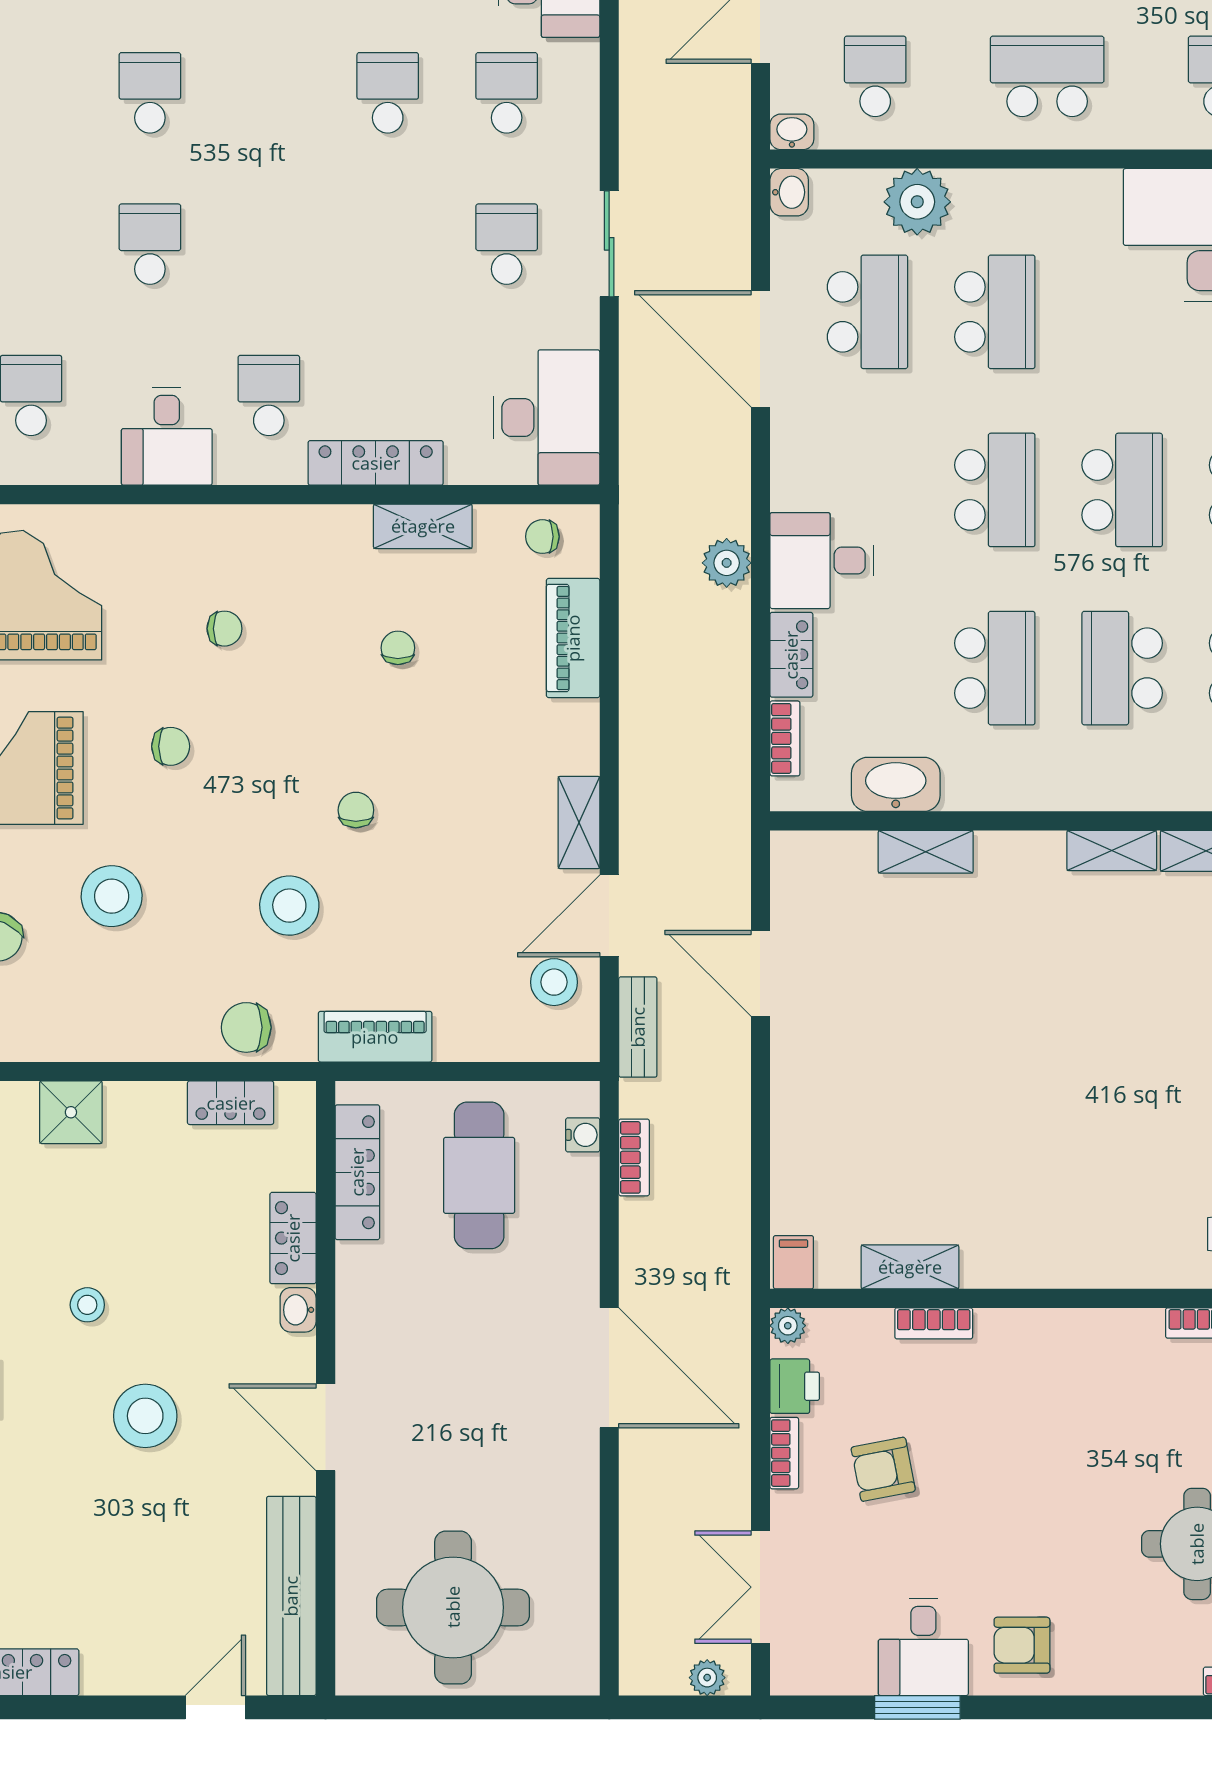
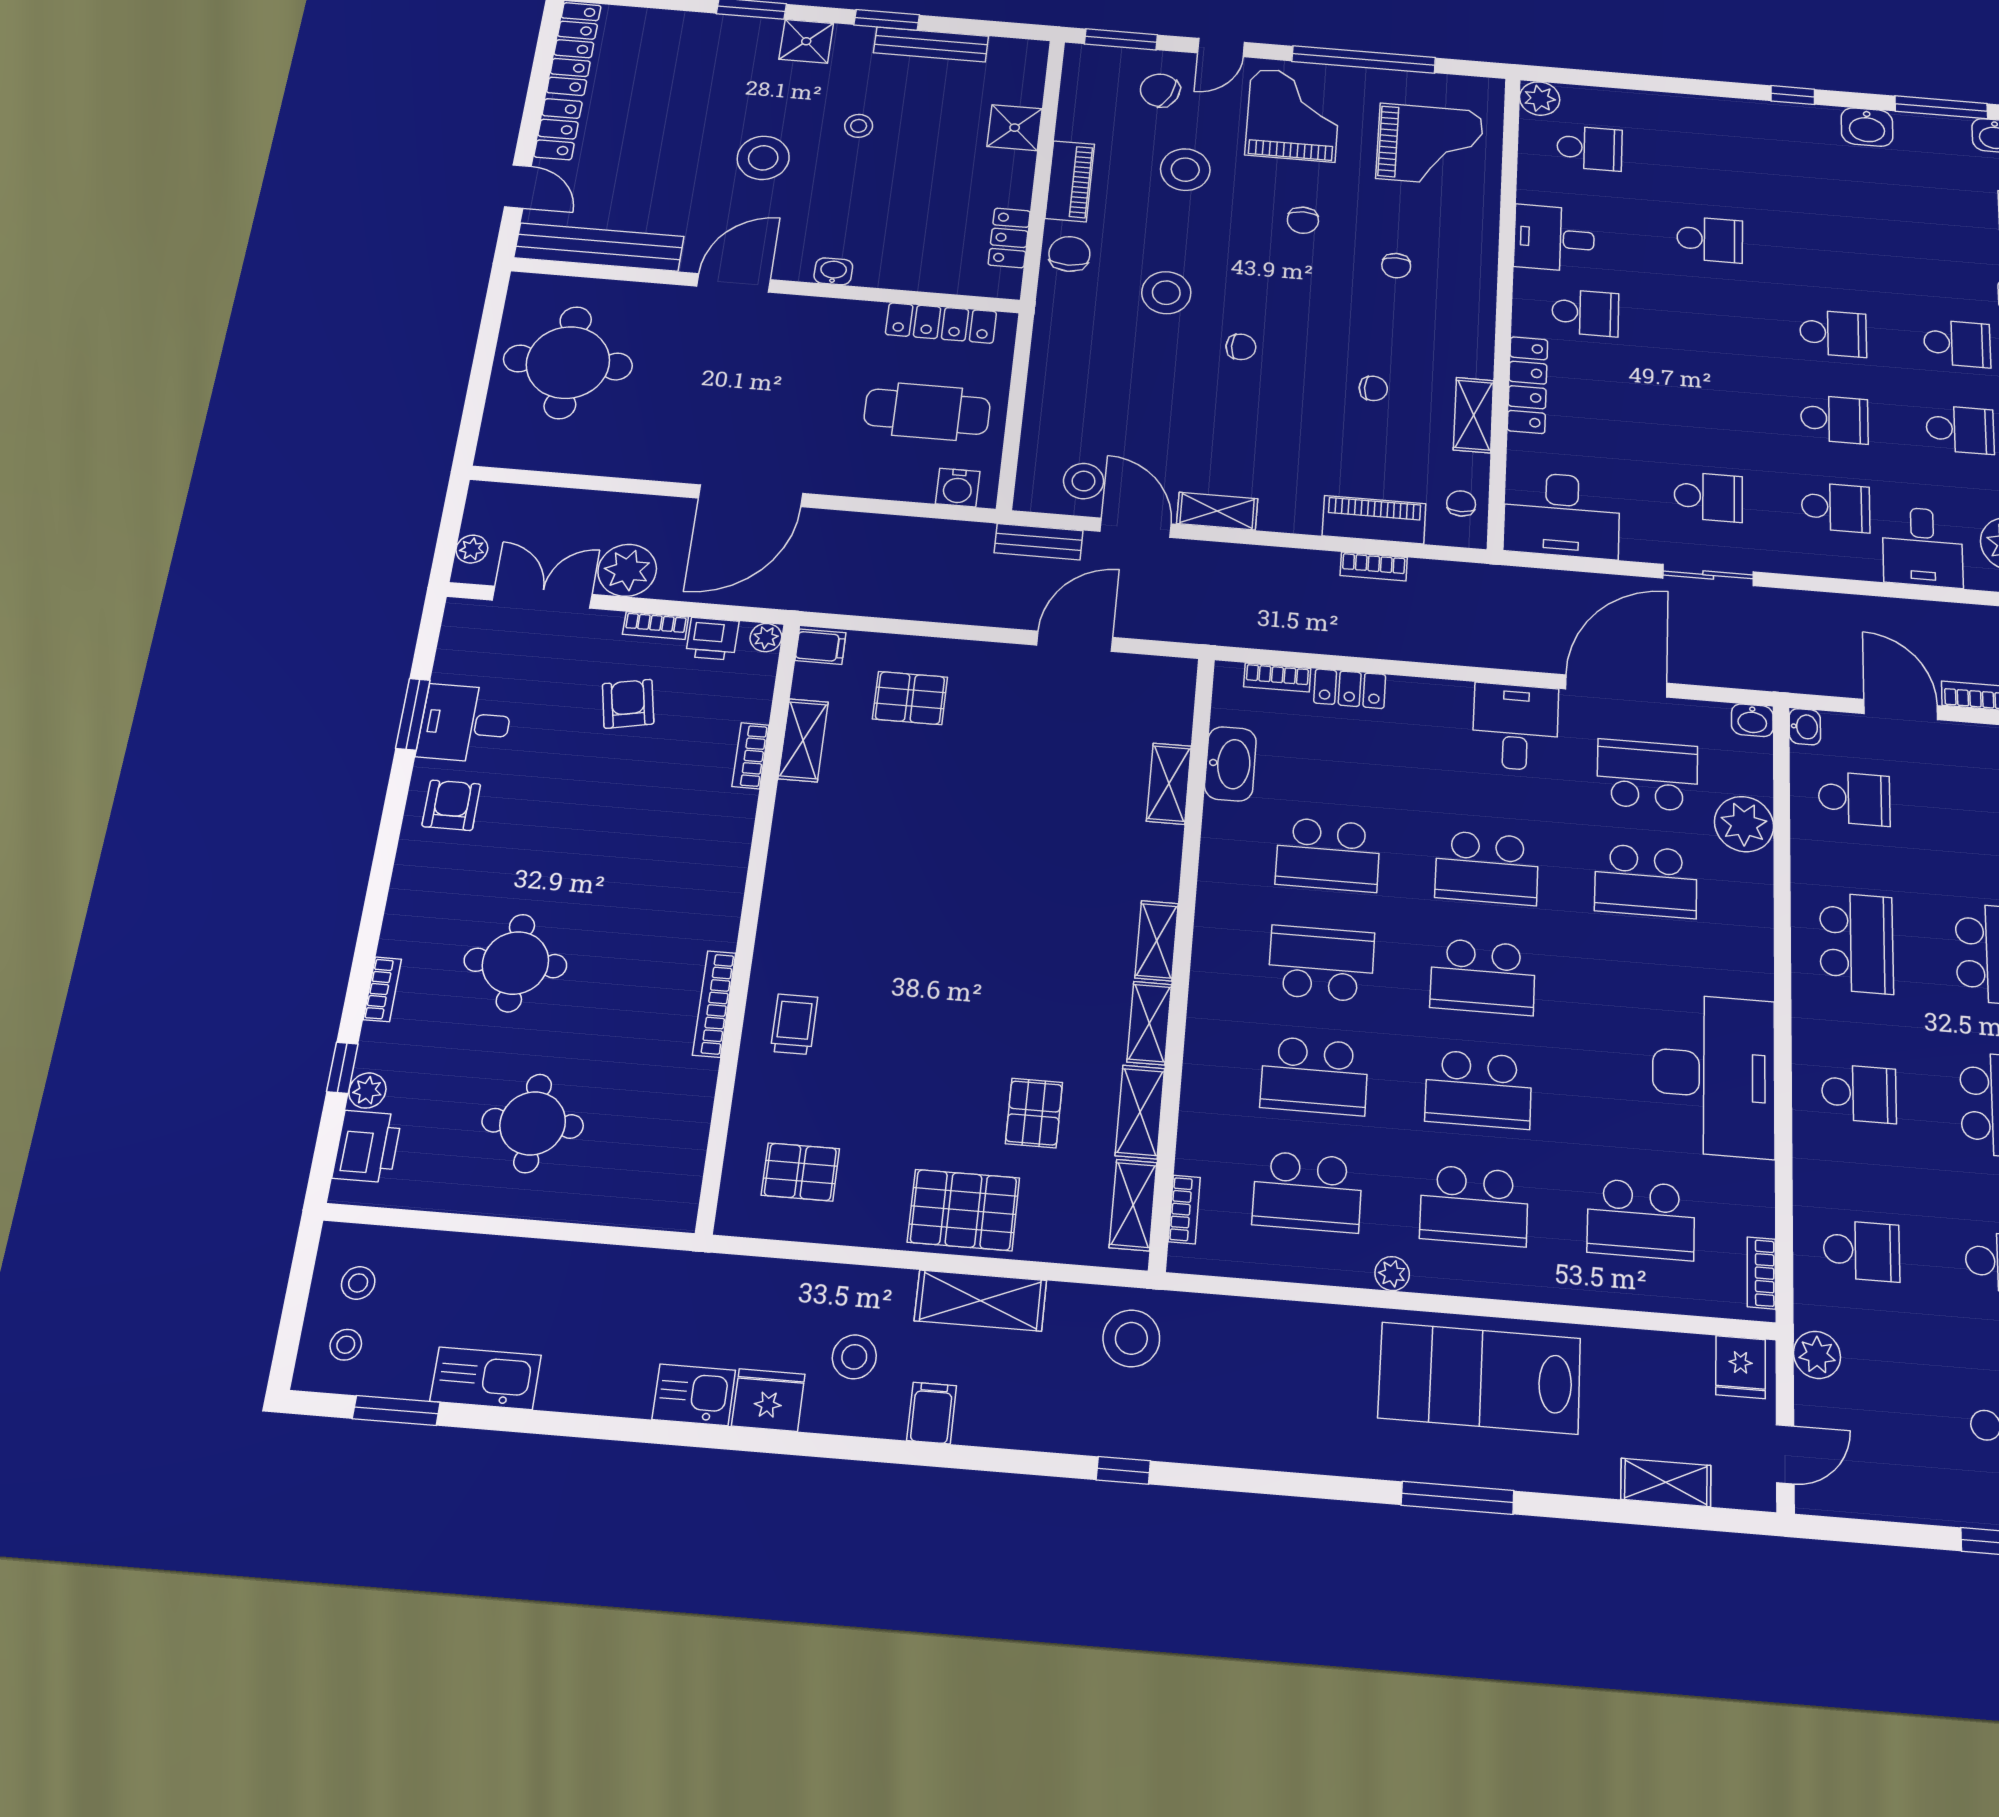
school desk: (150, 93) -> (1833, 333), moved
school desk: (867, 312) -> (1647, 775), turned 180
desk: (822, 561) -> (1515, 727), moved
plant: (727, 563) -> (627, 570), moved, width x1.36, depth x1.36
piano: (375, 1037) -> (1070, 181), moved
water cooler: (583, 1135) -> (958, 488), width x1.38, depth x1.38
pallet: (848, 1153) -> (910, 698), added
bookcase: (634, 1157) -> (1374, 566), moved
locker: (293, 1238) -> (558, 129), moved, turned 90

